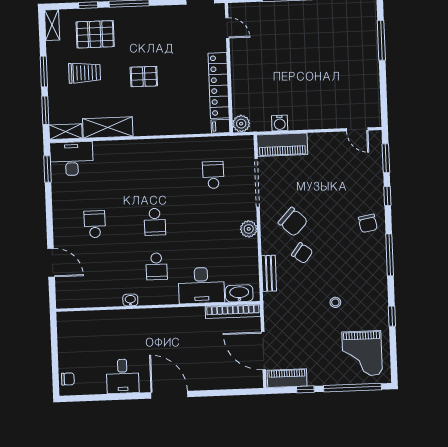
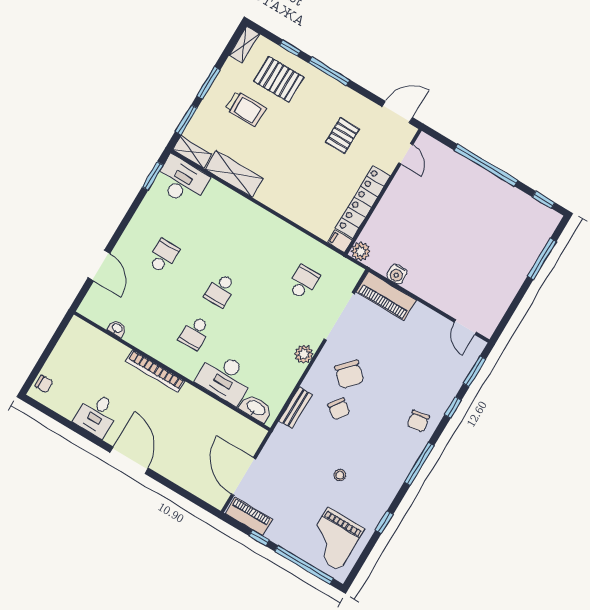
pallet: (144, 77) -> (342, 136), moved, turned 90
washbasin: (130, 300) -> (117, 328), moved
bookcase: (233, 311) -> (155, 371), moved

